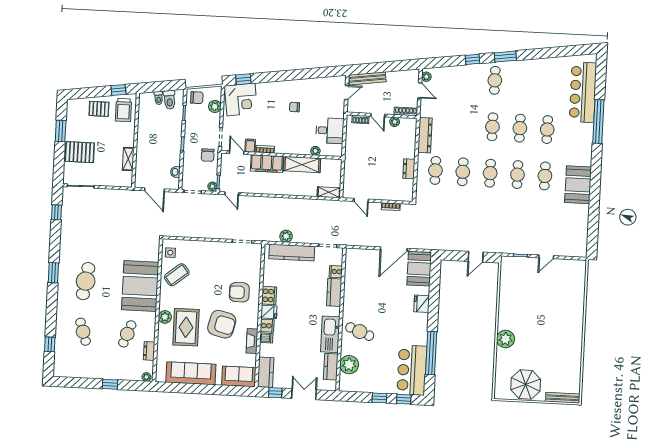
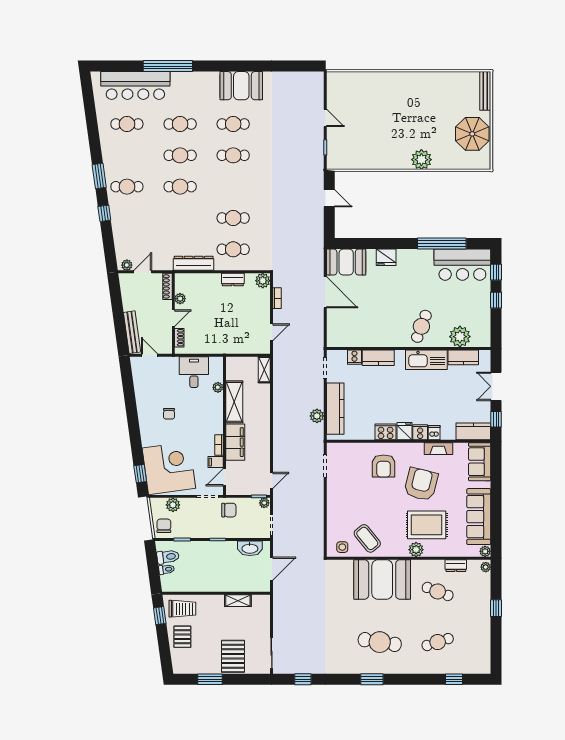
corner desk: (241, 99) -> (169, 468), width x1.36, depth x1.36
washbasin: (175, 172) -> (250, 548), width x1.91, depth x1.45
cafe table: (490, 173) -> (127, 124), moved
plant: (407, 195) -> (263, 281), added
plant: (160, 377) -> (485, 551), added

